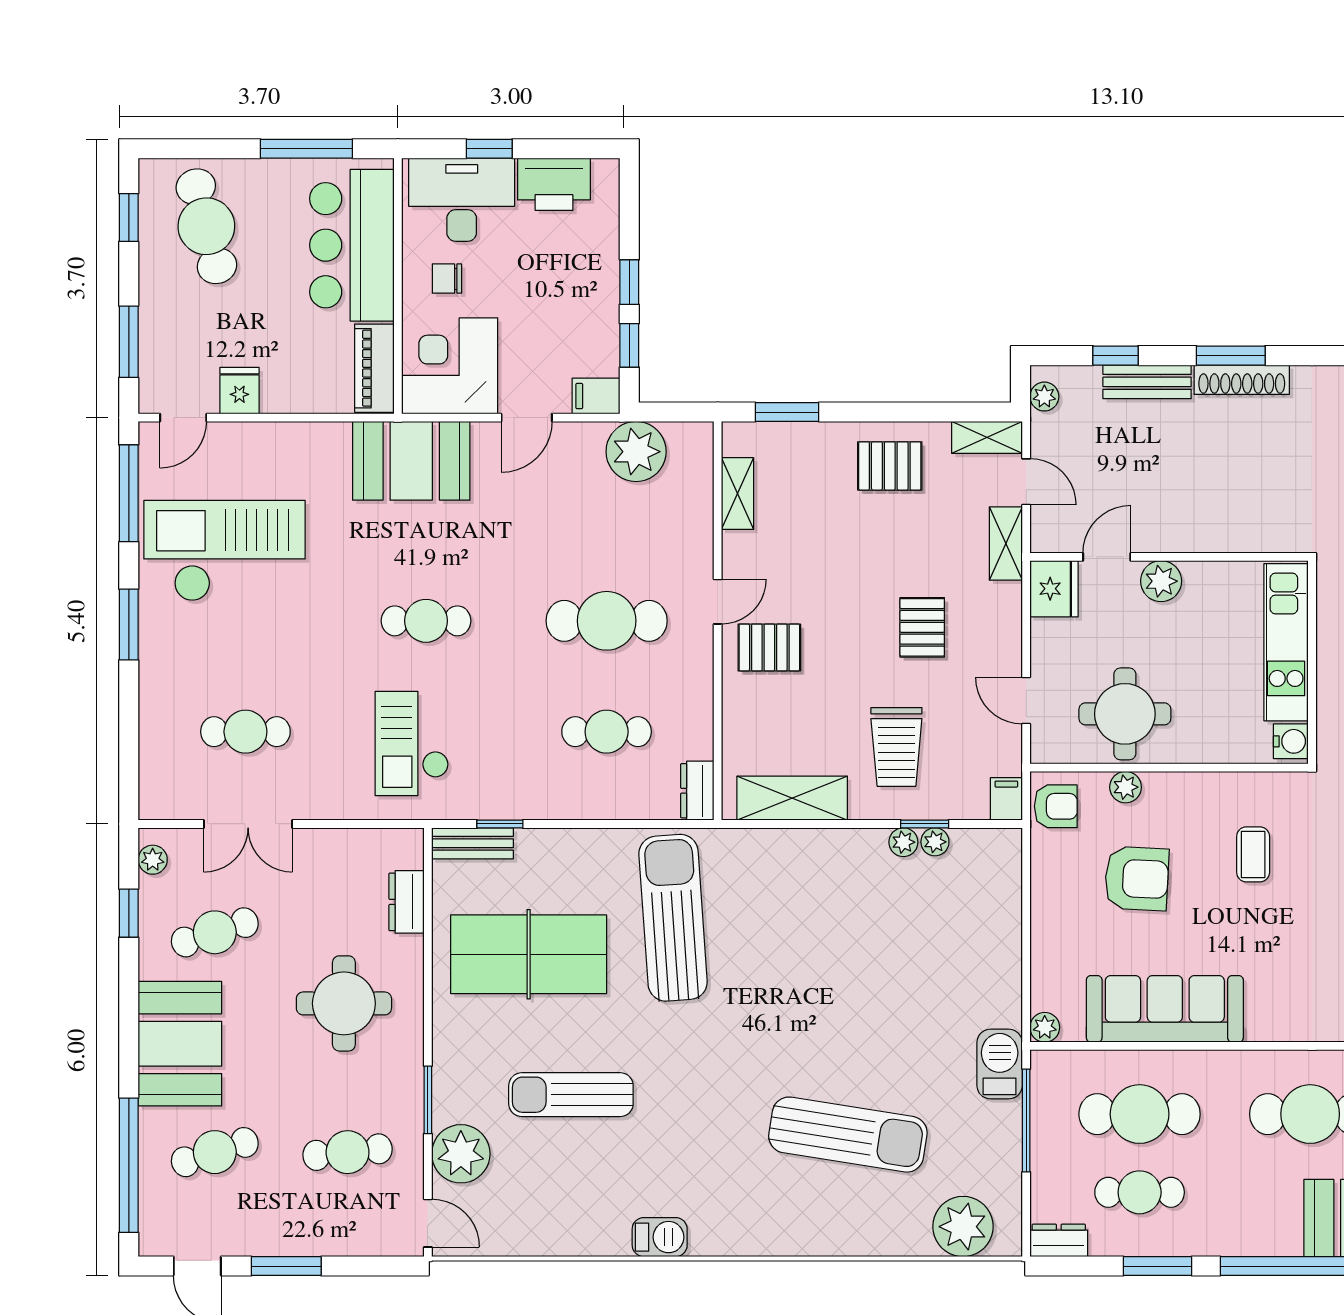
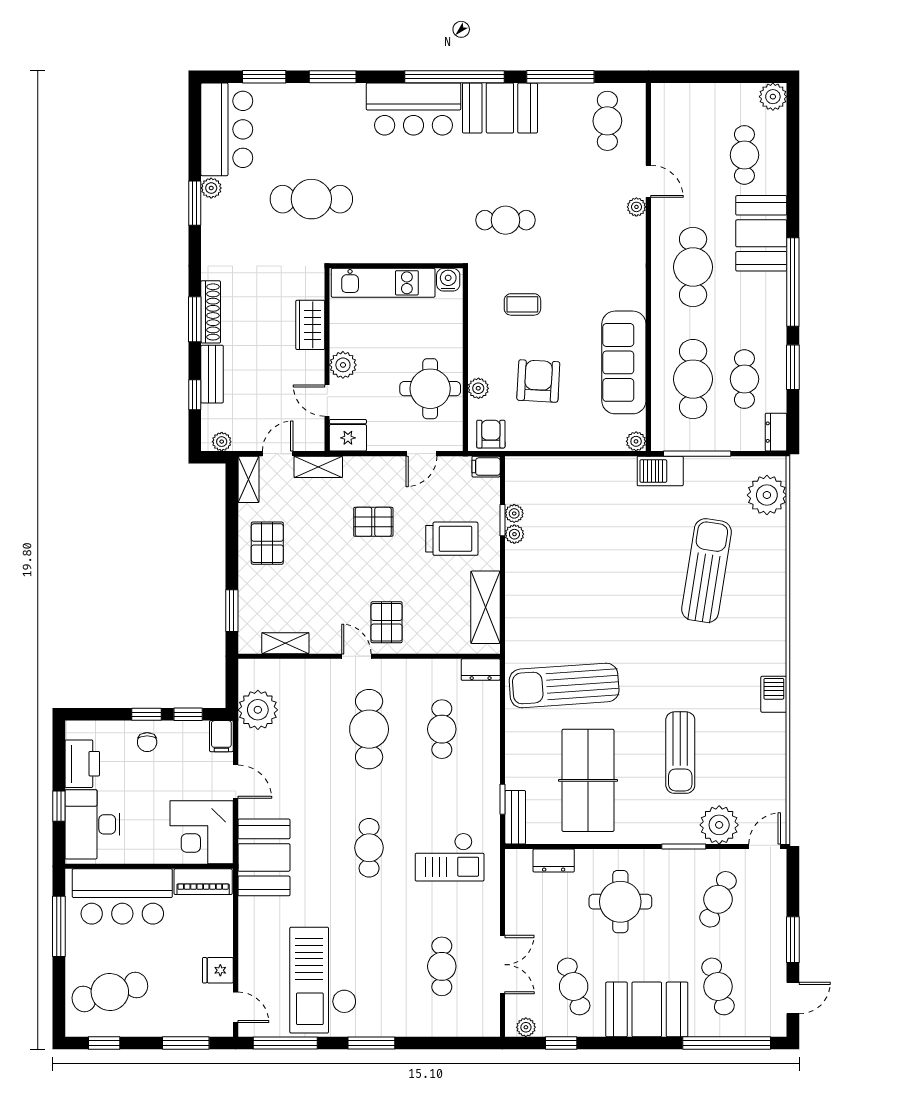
chair: (447, 279) -> (147, 742), moved
wardrobe: (1222, 531) -> (310, 325), added
cafe table: (348, 1152) -> (718, 899), turned 30

